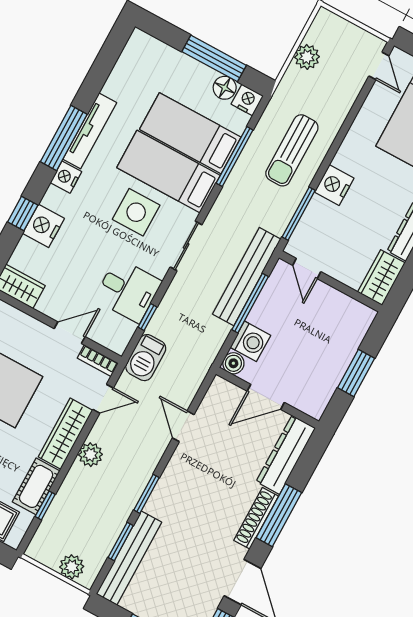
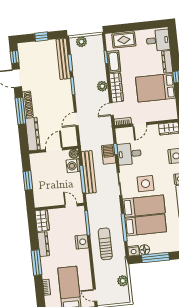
bench: (247, 277) -> (89, 172), moved
barbecue: (146, 358) -> (109, 154), moved
door: (183, 426) -> (76, 119), swing flipped

